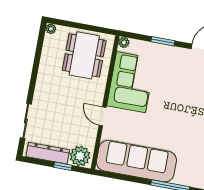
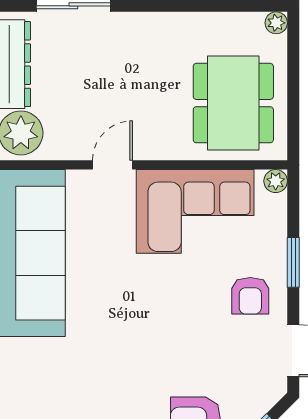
dining table: (84, 55) -> (233, 103), turned 90
armchair: (175, 64) -> (250, 296), added

